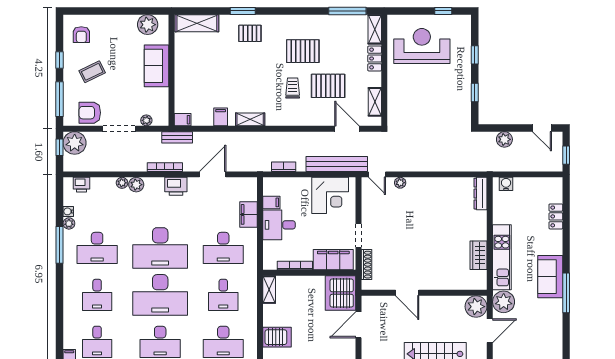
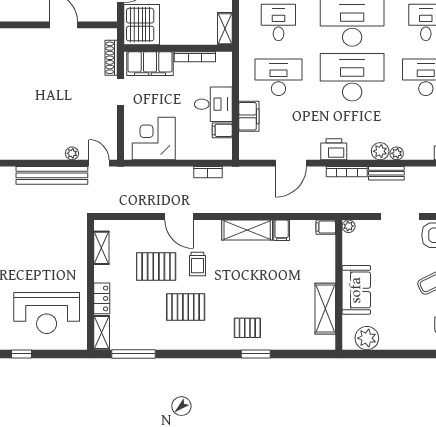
shelving: (197, 23) -> (325, 309), moved, turned 90
shelving: (250, 119) -> (247, 230), width x1.50, depth x1.33
plant: (146, 120) -> (349, 226), moved
door: (347, 129) -> (179, 216), moved
bench: (177, 137) -> (386, 173), moved
bench: (337, 164) -> (52, 175), moved

